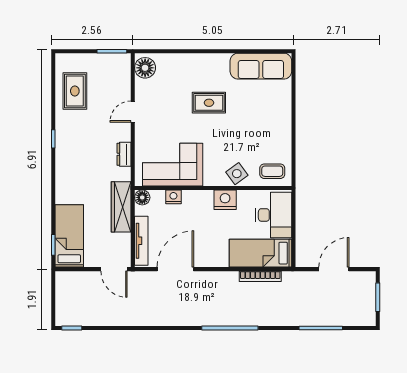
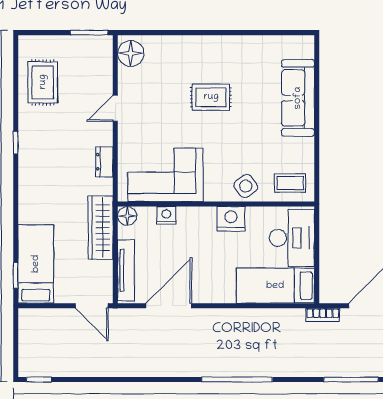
sofa: (261, 66) -> (298, 98), moved, turned 90
bookcase: (260, 276) -> (323, 315), moved, width x0.64

